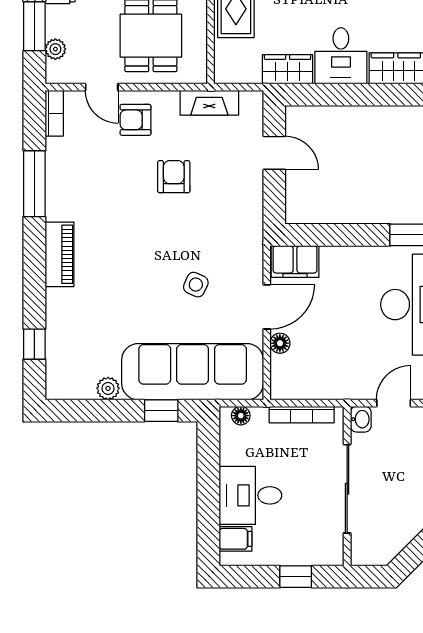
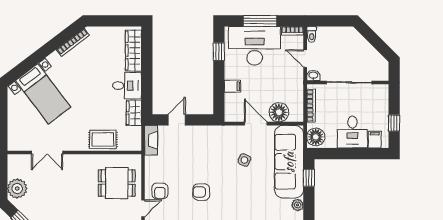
fireplace: (209, 103) -> (151, 140), moved
armchair: (174, 177) -> (201, 192), moved
filing cabinet: (295, 262) -> (233, 86), moved, width x0.50
floor lamp: (280, 343) -> (279, 112), width x1.89, depth x1.89
floor lamp: (241, 416) -> (316, 137), width x1.89, depth x1.89
window: (296, 577) -> (394, 123), moved

